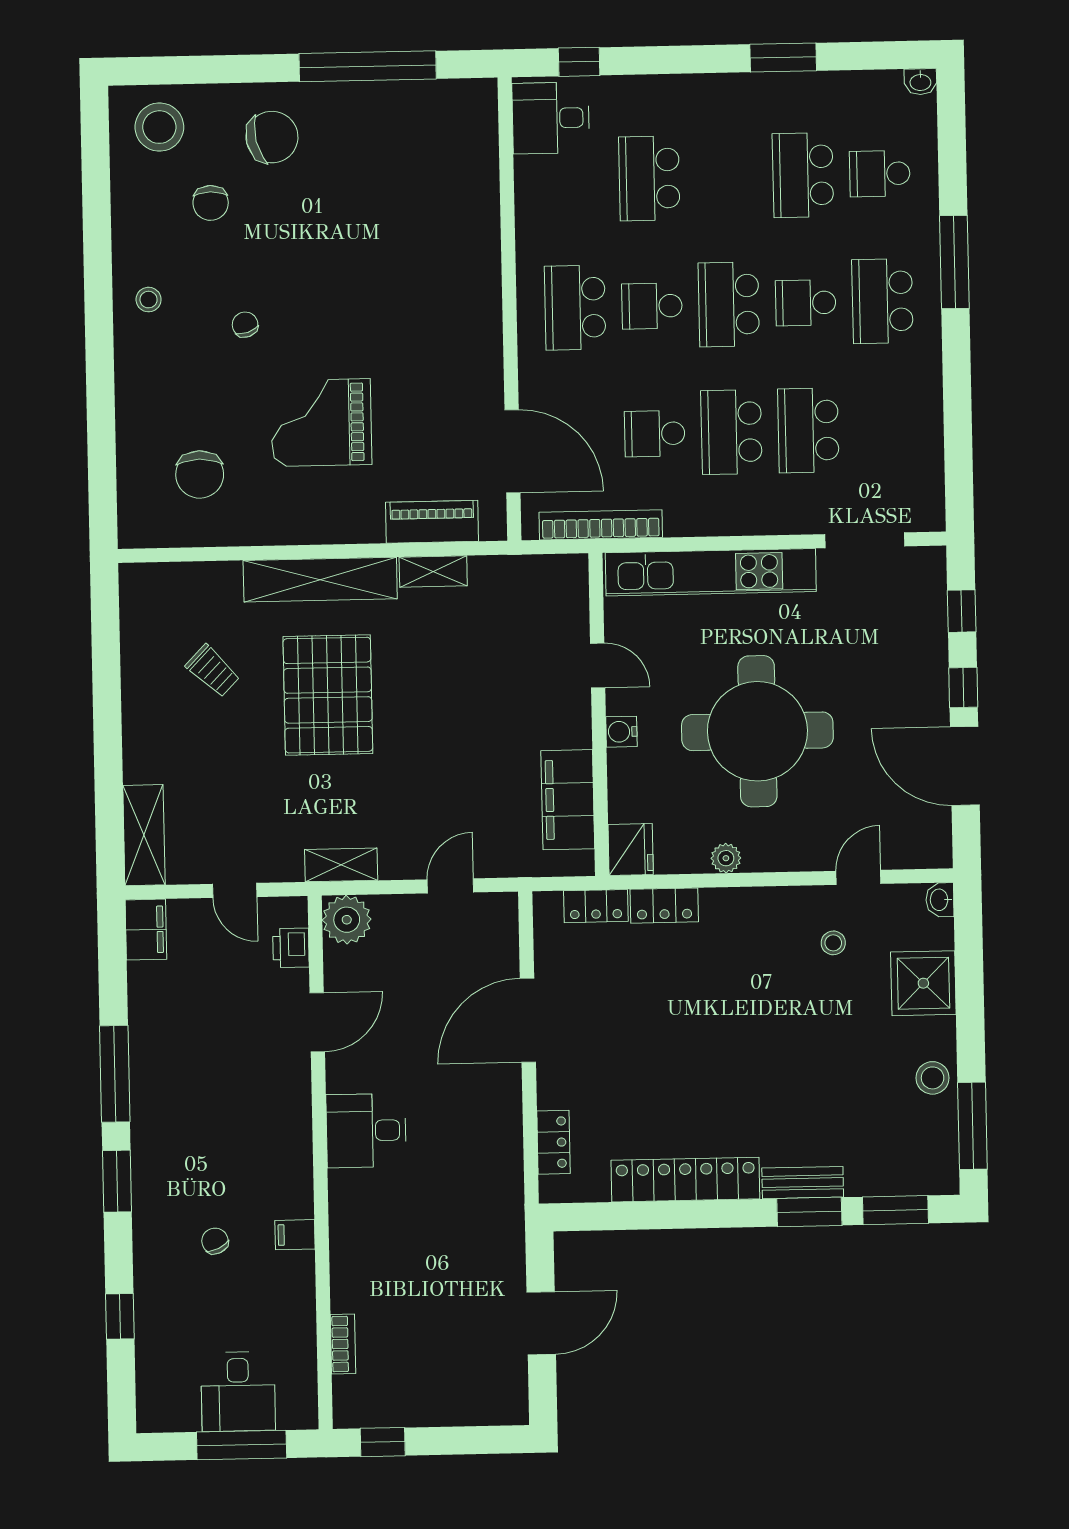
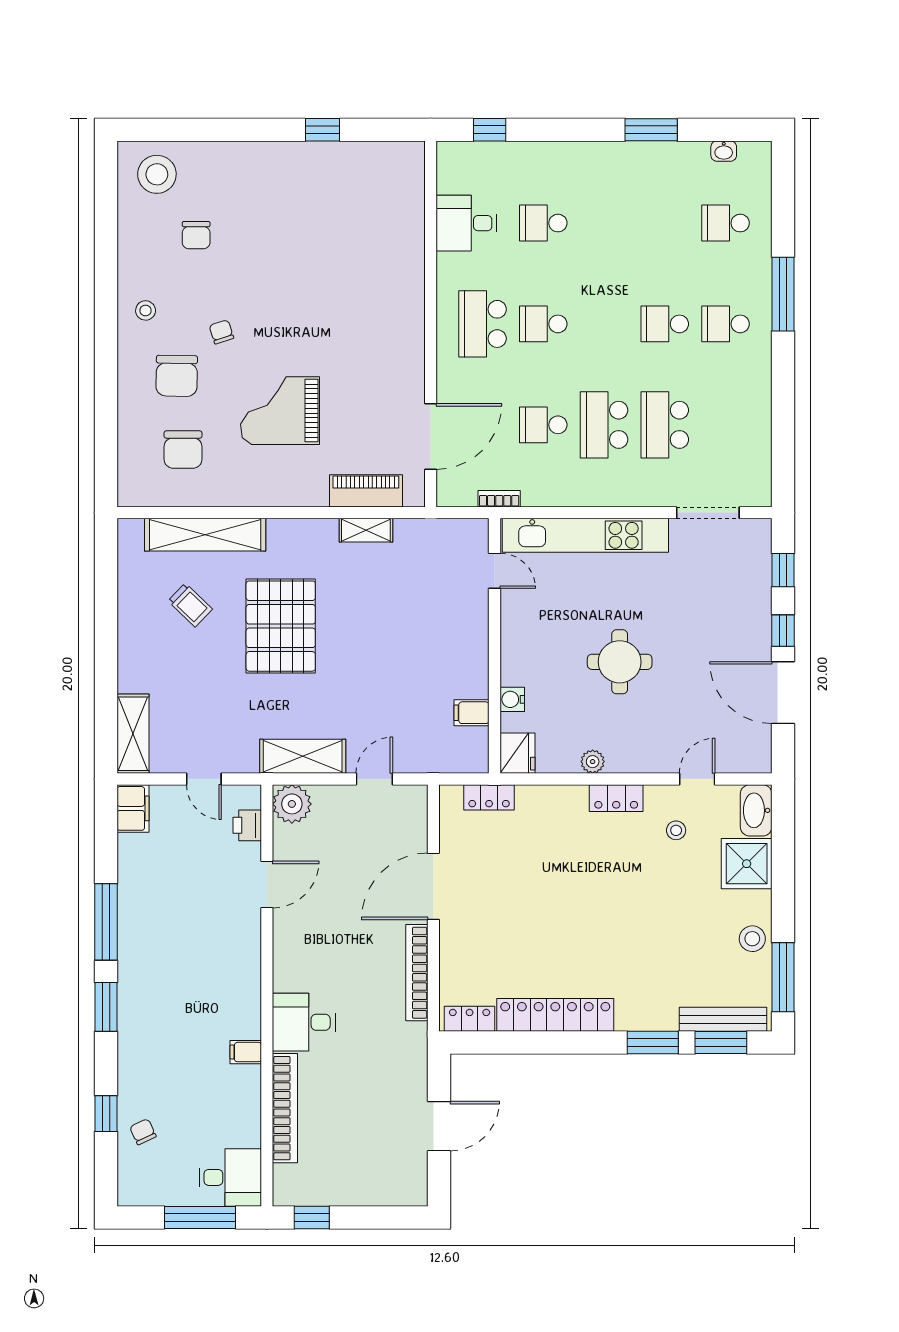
window: (368, 66) -> (323, 130), width x0.32
washbasin: (920, 82) -> (724, 151), moved
desk: (551, 118) -> (466, 223), moved
chair: (272, 137) -> (177, 376), moved, turned 104
school desk: (803, 175) -> (665, 223), removed
school desk: (649, 178) -> (543, 223), width x0.54
school desk: (882, 301) -> (726, 324), width x0.54
school desk: (729, 304) -> (604, 324), removed
door: (512, 451) -> (431, 436), hinge flipped
bookcase: (601, 525) -> (499, 499), width x0.43, depth x0.76
shelving: (320, 580) -> (205, 535), moved
door: (598, 665) -> (494, 571), moved
round table: (757, 731) -> (620, 662), width x0.54, depth x0.54
water cooler: (621, 732) -> (512, 699), moved
filing cabinet: (568, 800) -> (471, 713), width x0.33, depth x0.86
shelving: (341, 865) -> (303, 756), width x1.50, depth x1.33
washbasin: (940, 900) -> (756, 810), width x1.91, depth x1.45
locker: (664, 906) -> (616, 798), moved
bookcase: (509, 1130) -> (417, 973), added
desk: (366, 1131) -> (304, 1022), moved
locker: (554, 1142) -> (470, 1019), moved, turned -90
bench: (803, 1183) -> (723, 1019), moved, width x1.36
chair: (215, 1241) -> (143, 1132), moved
bookcase: (343, 1344) -> (285, 1108), width x2.31, depth x1.31
desk: (238, 1392) -> (230, 1177), moved, turned -90

